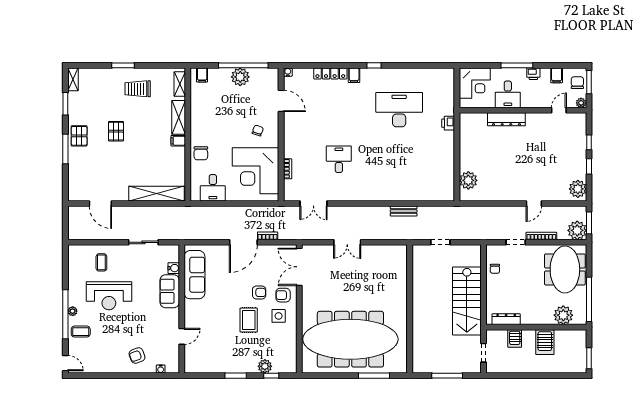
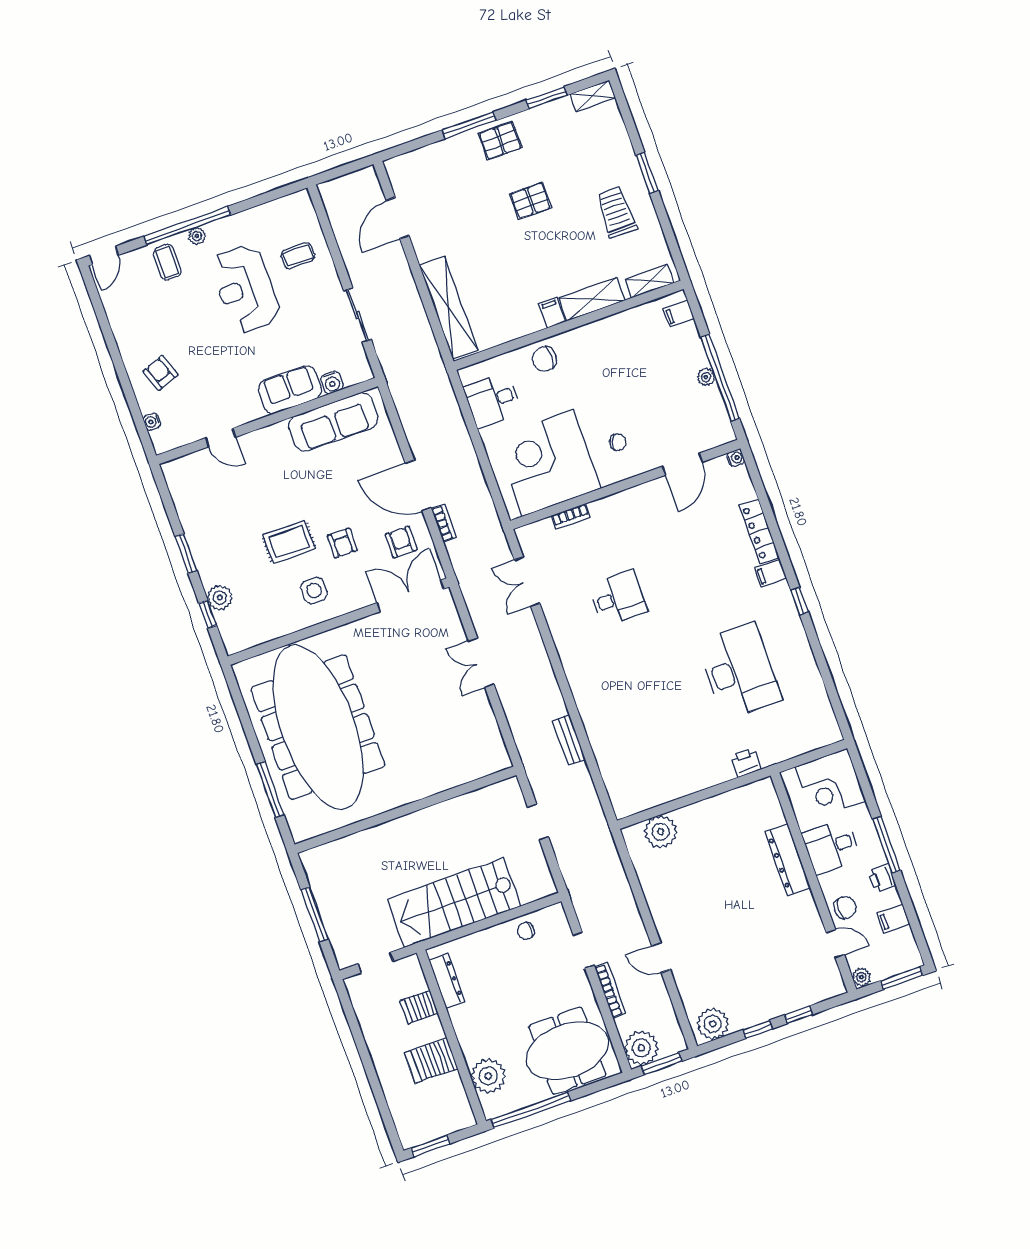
plant: (240, 77) -> (706, 377), width x0.53, depth x0.53
chair: (577, 83) -> (845, 908), moved
armchair: (283, 295) -> (401, 542), moved

